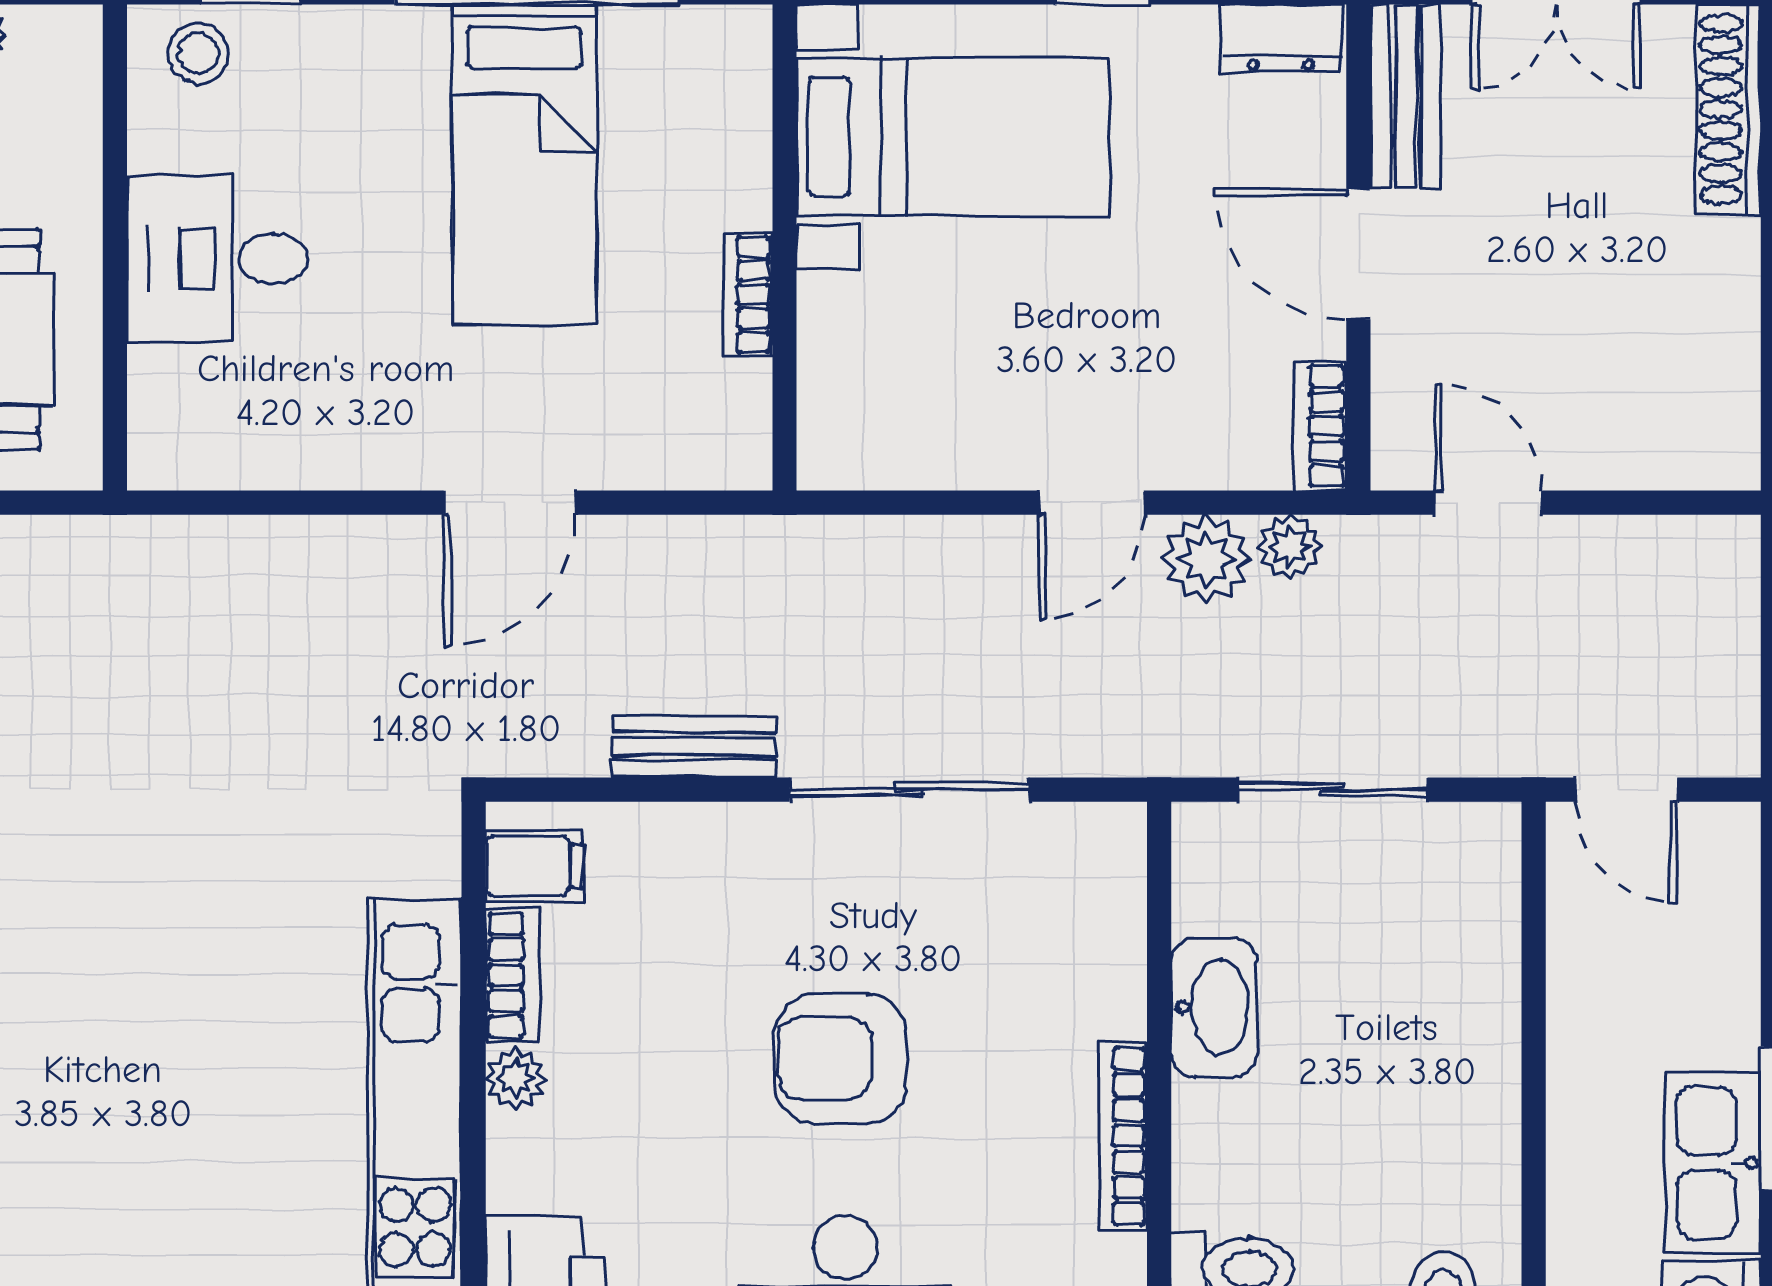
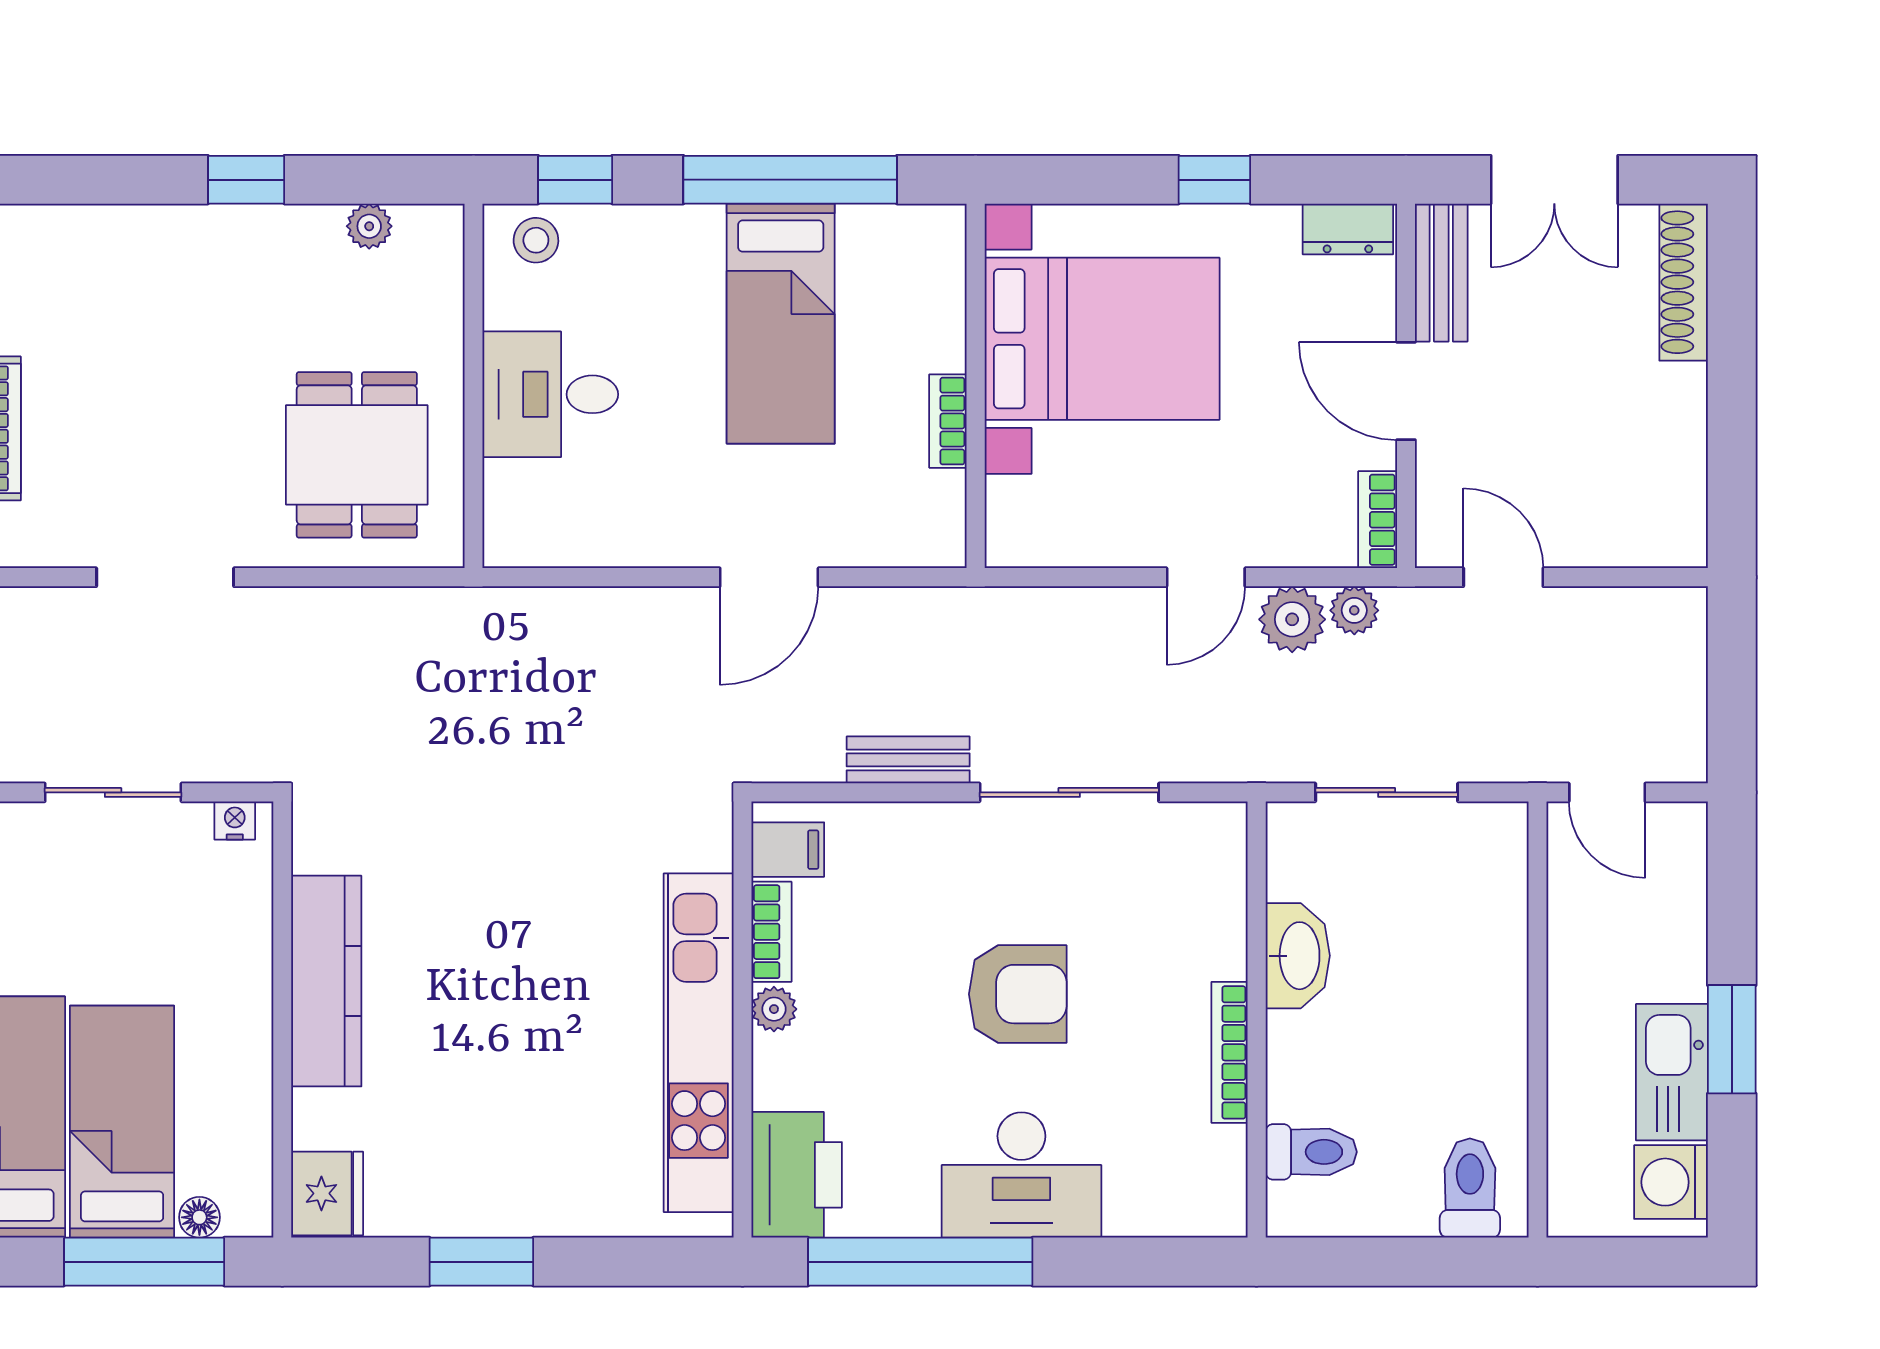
bed with nightstands: (953, 137) -> (1102, 339), width x1.36
armchair: (841, 1059) -> (1018, 994), turned 180

